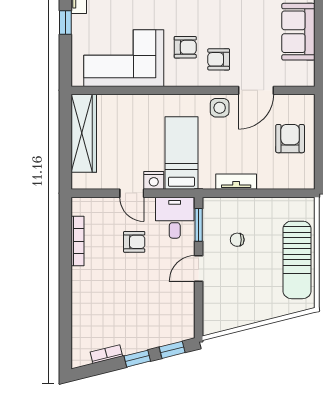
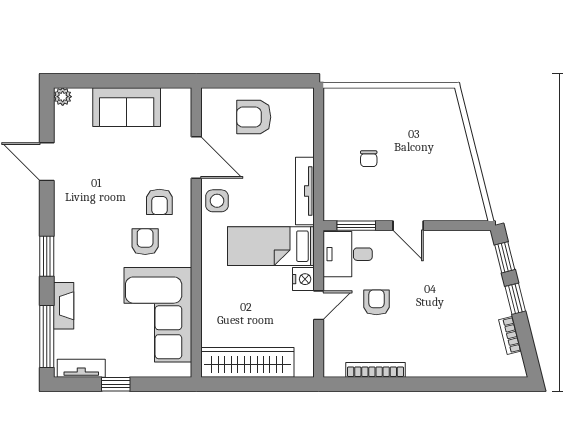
tv unit: (236, 182) -> (305, 191), width x1.41
chair: (237, 240) -> (369, 159), moved
sun lounger: (297, 260) -> (398, 109), removed

